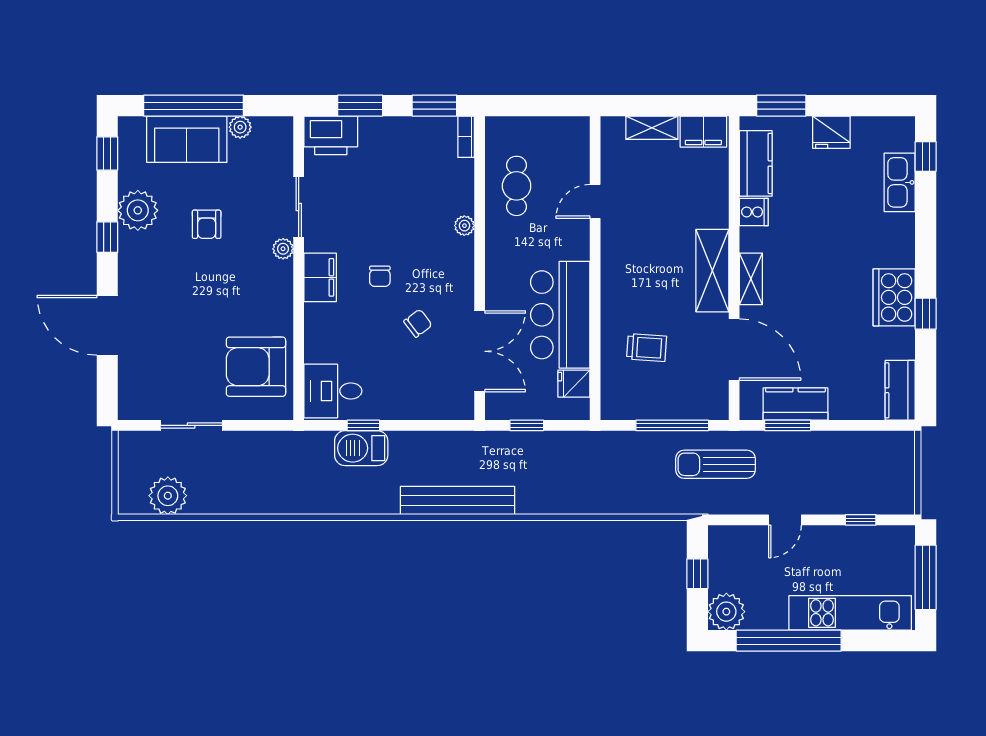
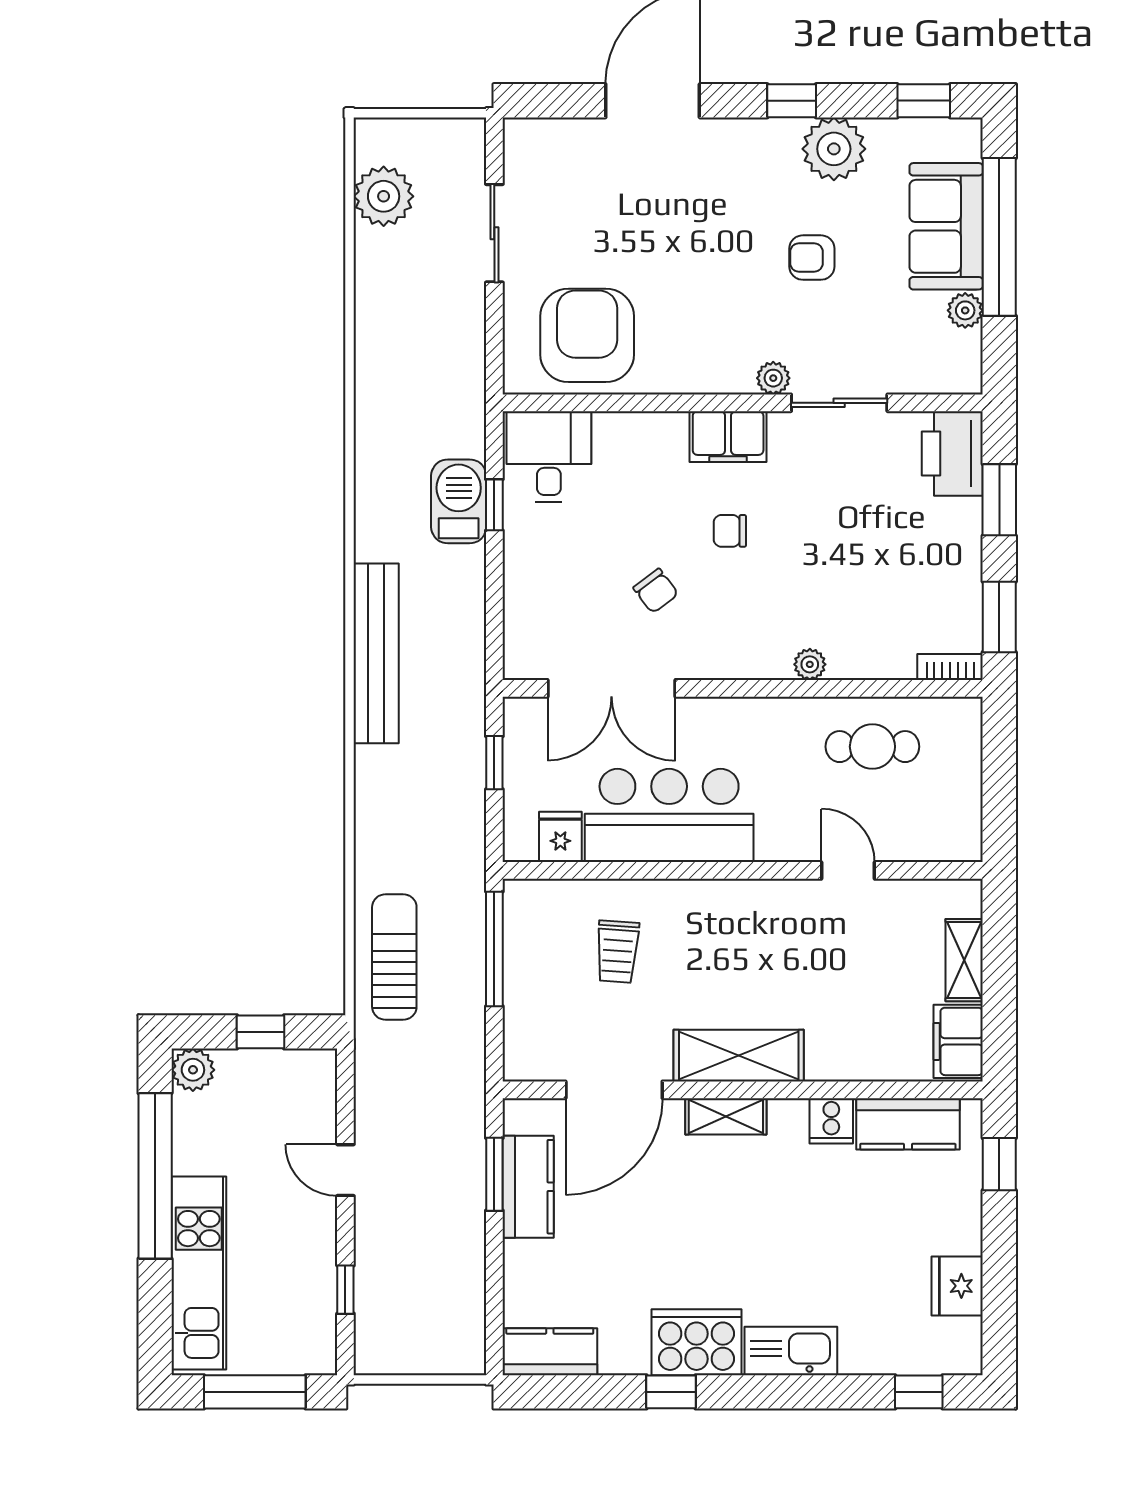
window: (781, 106) -> (999, 1164), width x0.67
fridge: (831, 132) -> (957, 1286), moved
kitchen sink: (900, 182) -> (791, 1351), moved
window: (672, 425) -> (494, 949), moved
sun lounger: (716, 464) -> (394, 957), moved
plant: (726, 612) -> (193, 1070), width x0.73, depth x0.73

